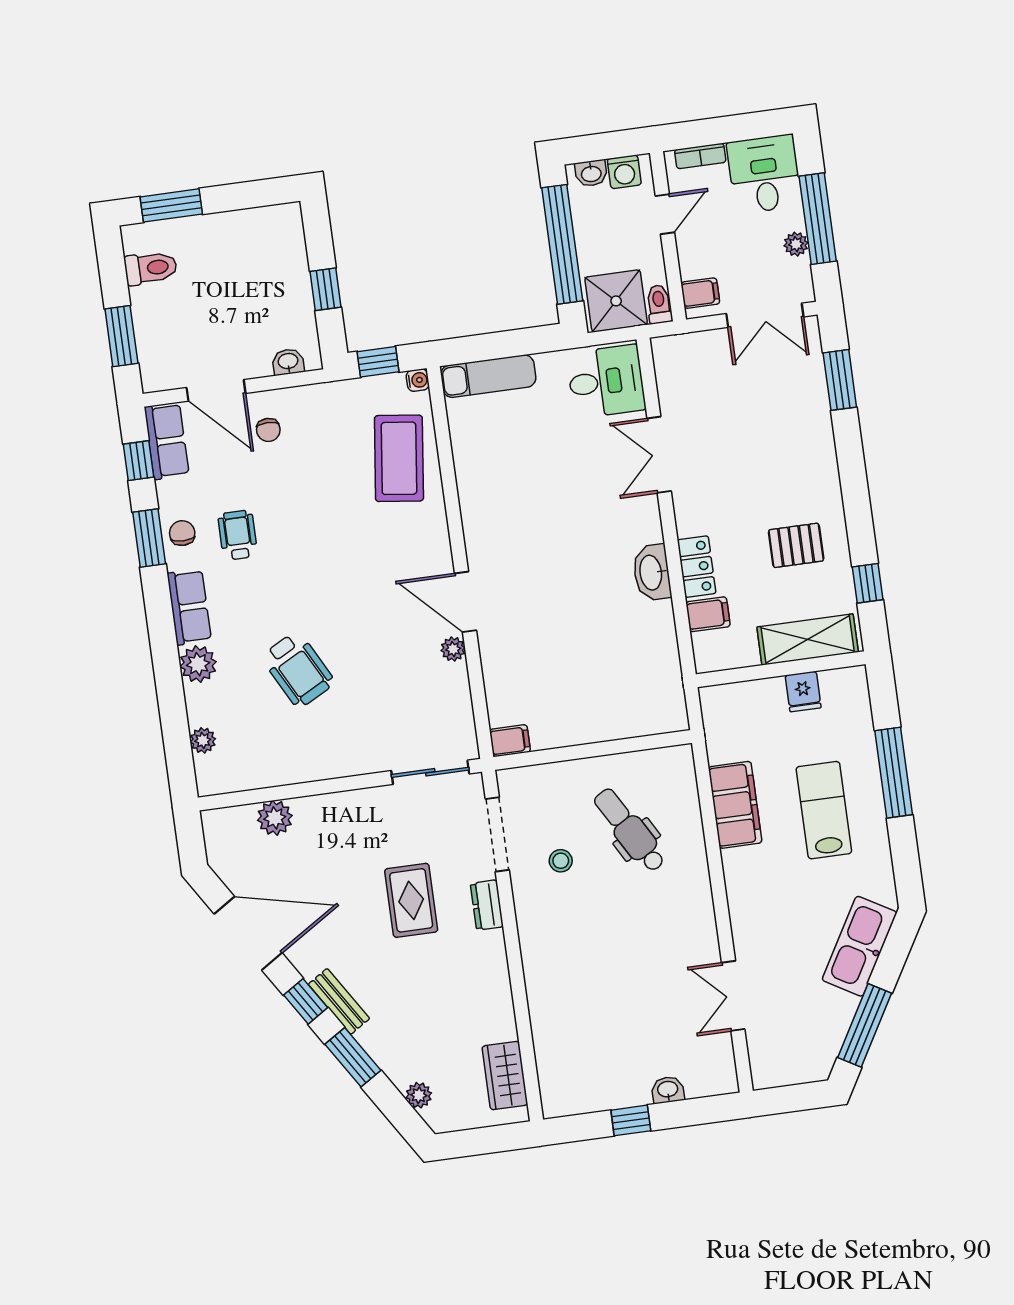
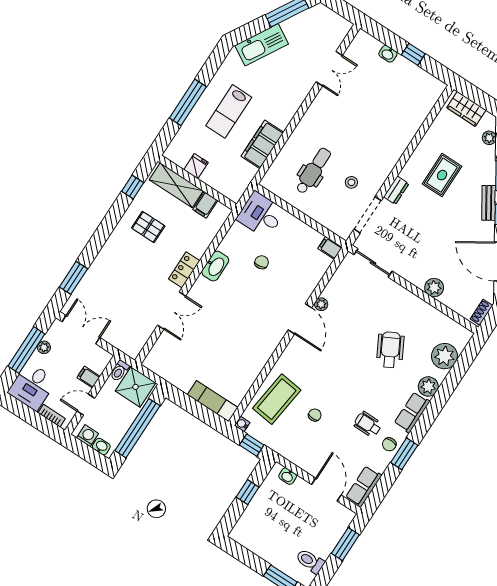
filing cabinet: (700, 293) -> (89, 377), moved
desk: (606, 381) -> (261, 215), moved
chair: (268, 430) -> (315, 415), moved
window: (138, 461) -> (382, 488), removed
wheelchair: (238, 535) -> (368, 424), turned 90
locker: (697, 567) -> (184, 270), moved
filing cabinet: (708, 614) -> (205, 205), moved, turned -90
chair: (590, 635) -> (262, 262), added
plant: (203, 740) -> (444, 356), width x1.88, depth x1.88
plant: (275, 818) -> (434, 288), moved
dental chair: (630, 830) -> (313, 171), turned -150
shoe rack: (214, 836) -> (481, 312), added
rug: (411, 900) -> (442, 175), moved
wardrobe: (505, 1076) -> (466, 109), moved, turned 90

